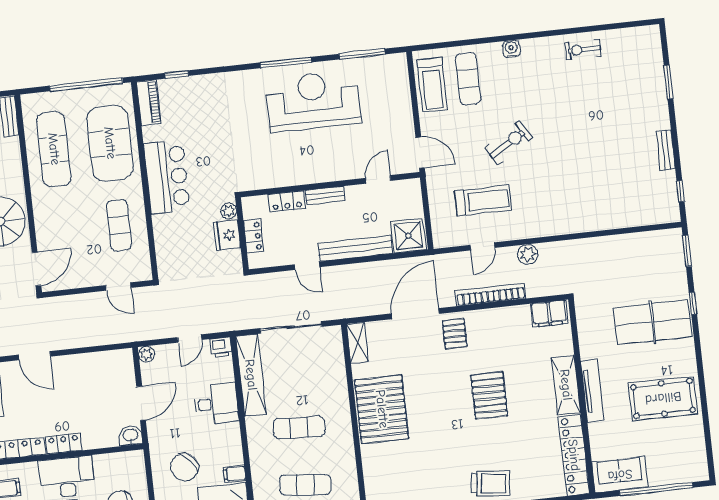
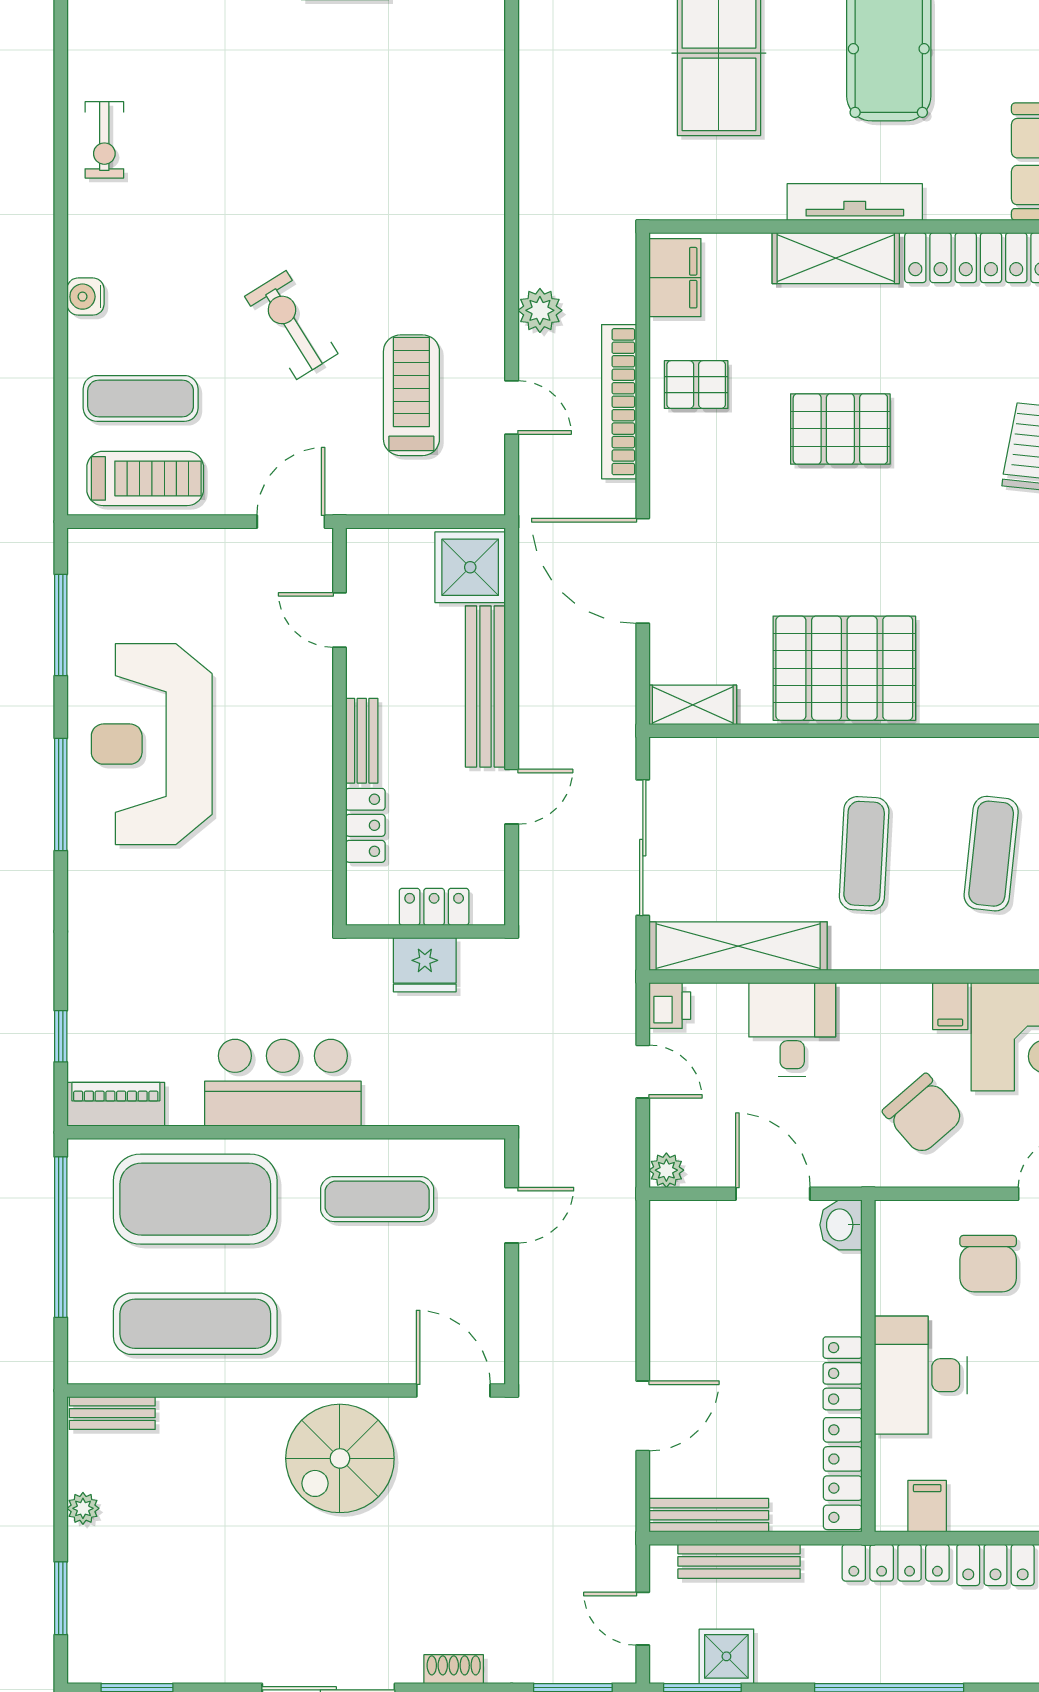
plant: (229, 211) -> (373, 955), removed
pallet: (455, 334) -> (696, 385), moved

